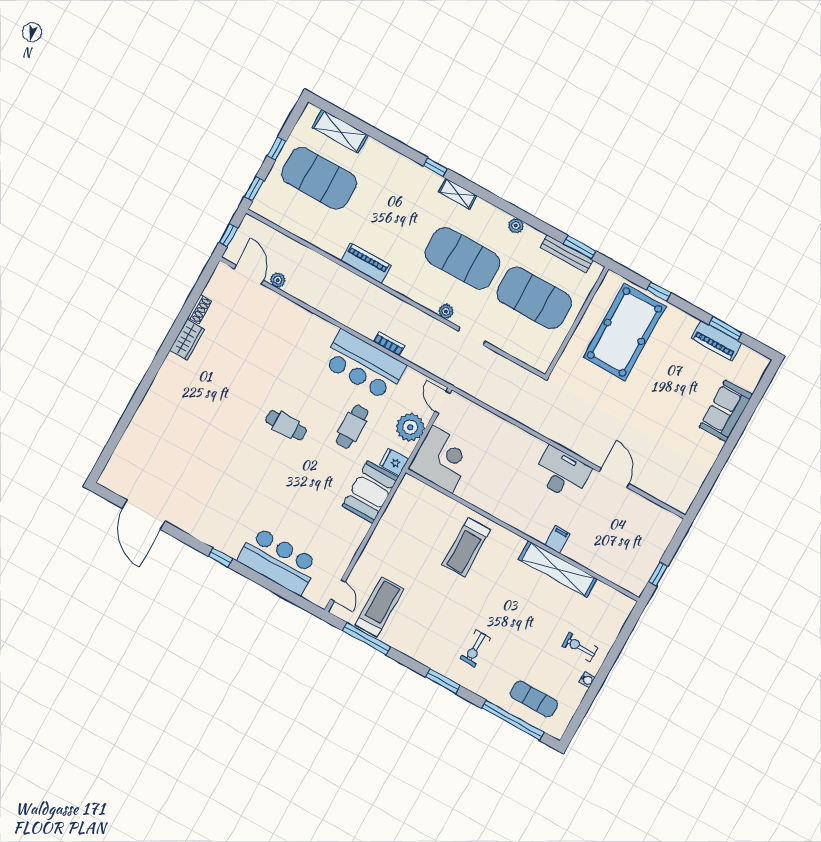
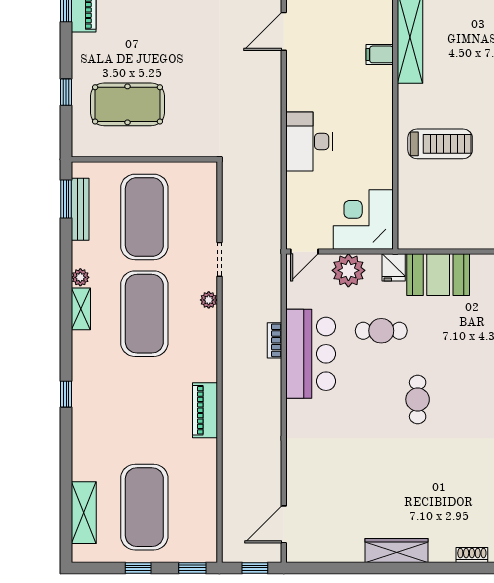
shelving: (458, 194) -> (81, 309), moved
plant: (278, 280) -> (273, 491), removed
shoe rack: (200, 309) -> (472, 555), moved
pool table: (625, 332) -> (127, 104), width x0.73, depth x0.76
wardrobe: (187, 340) -> (397, 550), width x1.50
desk: (562, 473) -> (309, 142), moved

